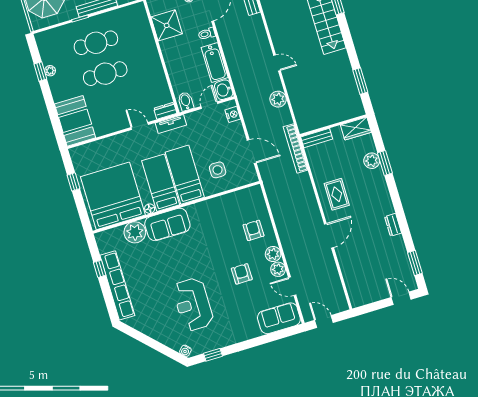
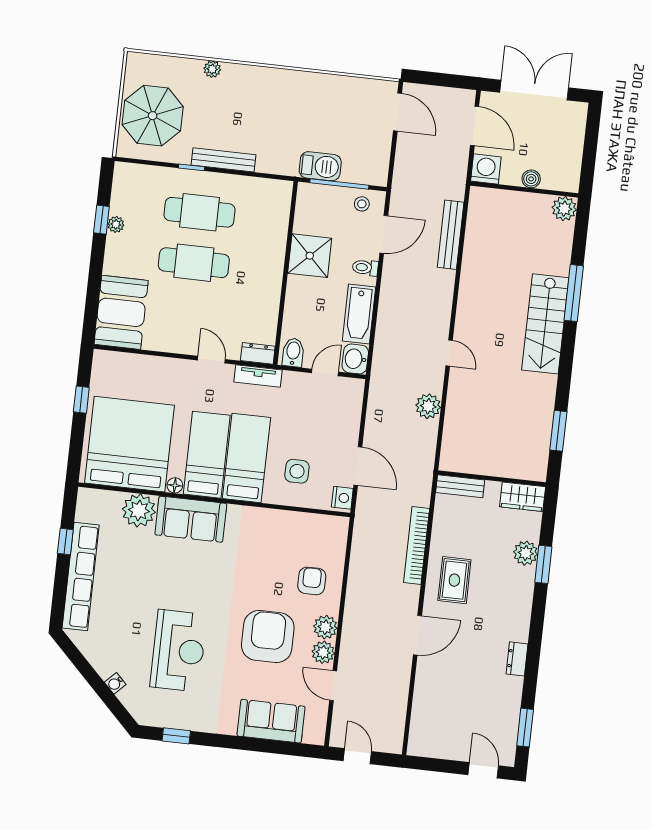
shower: (167, 25) -> (310, 256), moved
nightstand: (233, 114) -> (342, 498), moved
bookcase: (296, 148) -> (417, 545), moved
armchair: (242, 274) -> (268, 637), width x1.88, depth x1.88
reception desk: (193, 304) -> (178, 651), turned 180
sofa: (279, 318) -> (271, 721), moved
water cooler: (185, 351) -> (115, 683), moved

